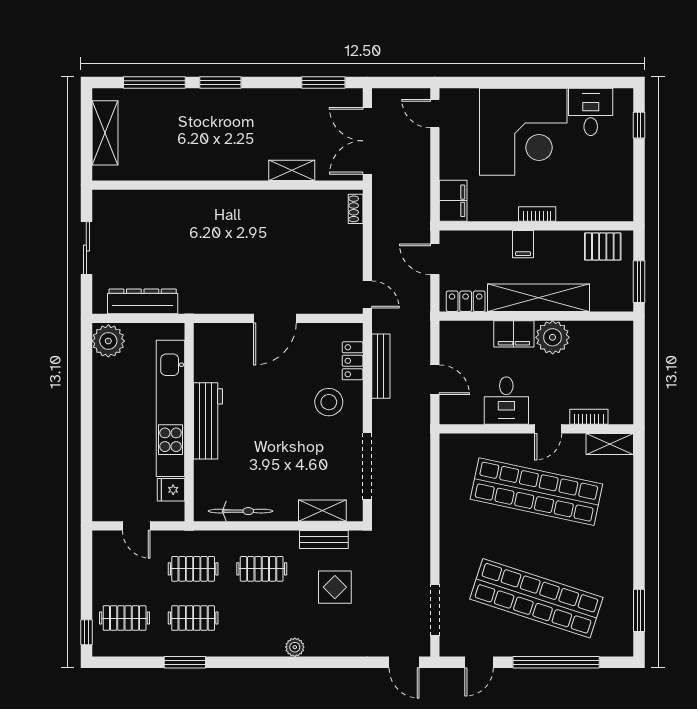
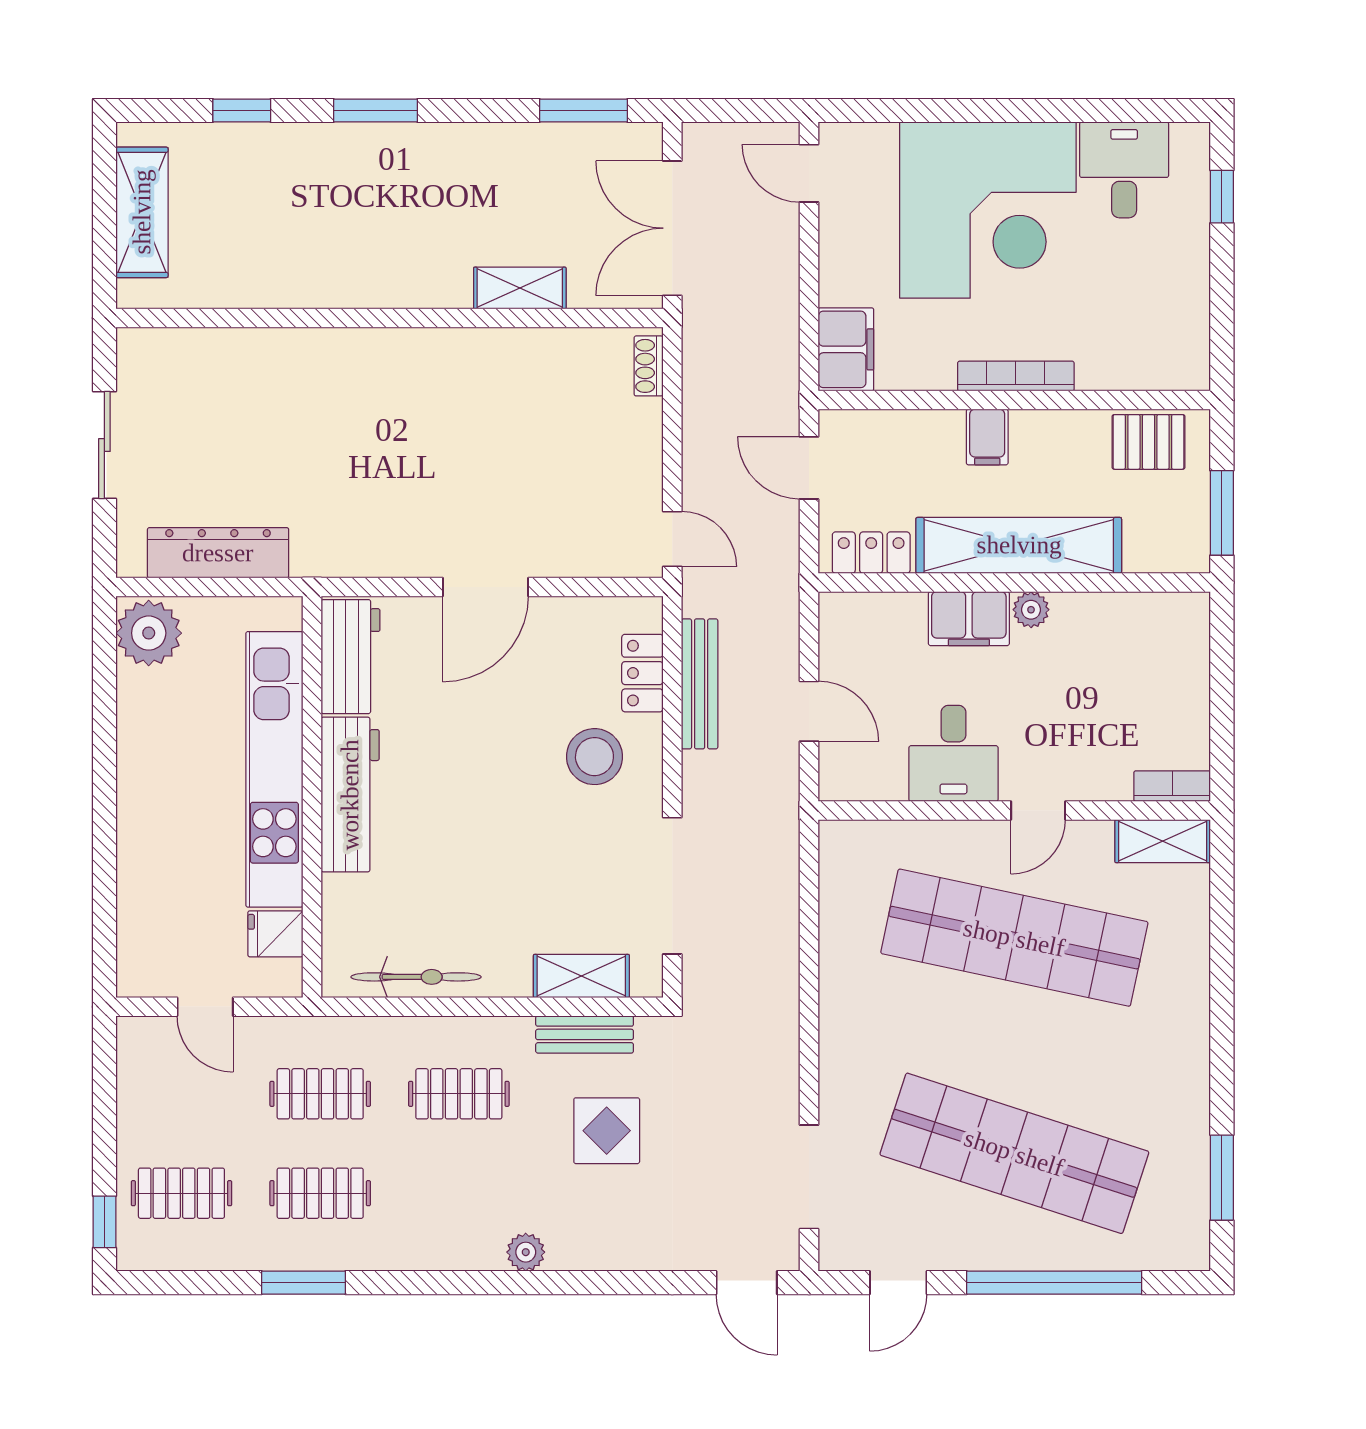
window: (154, 83) -> (242, 110), width x0.46
bookcase: (537, 214) -> (1016, 376), width x1.56
plant: (553, 337) -> (1031, 610), width x0.53, depth x0.53
workbench: (208, 353) -> (351, 657), added
bookcase: (589, 417) -> (1172, 786), moved

